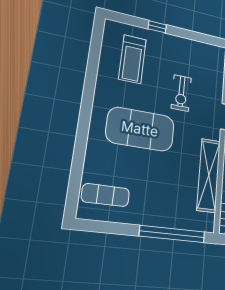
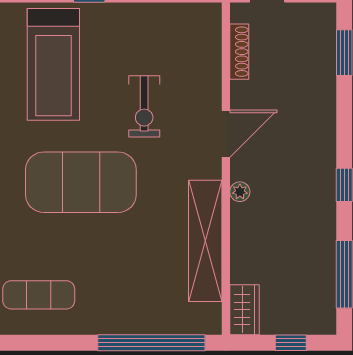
treadmill: (132, 59) -> (53, 64), width x1.37, depth x1.38

